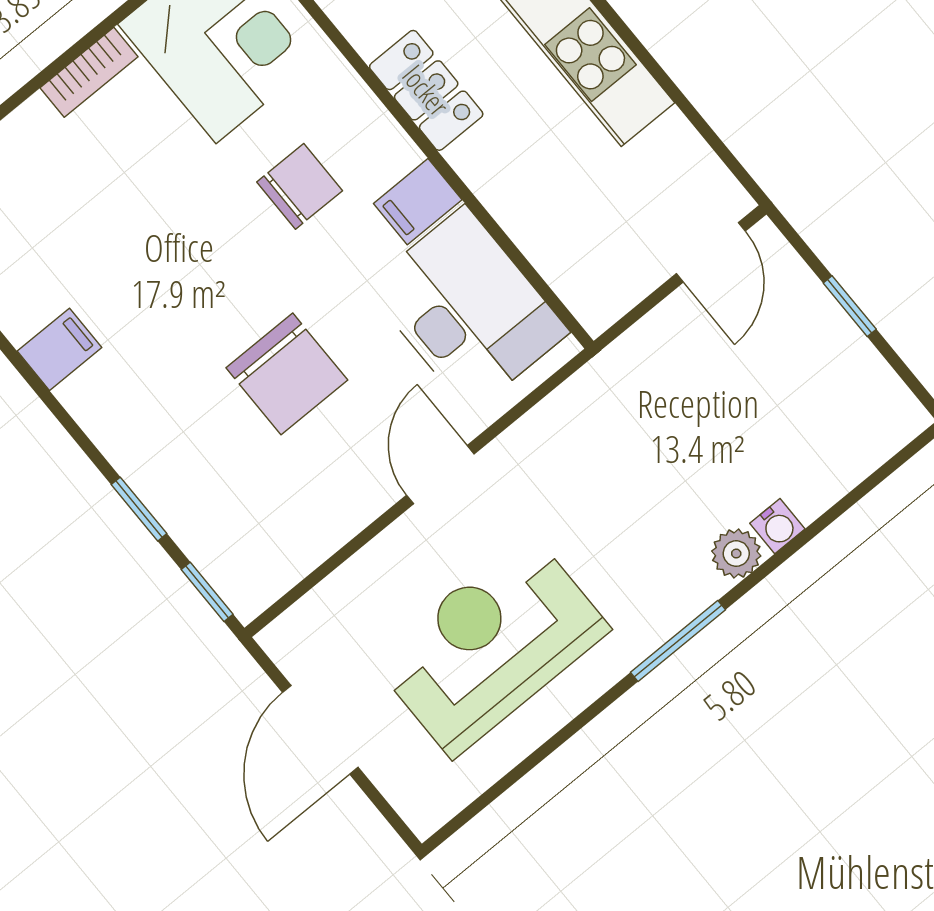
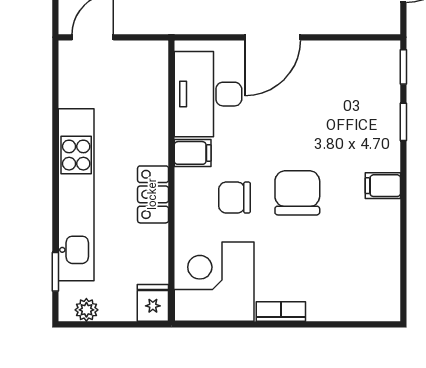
filing cabinet: (60, 349) -> (383, 186), moved
chair: (287, 374) -> (297, 193), moved
door: (440, 475) -> (273, 37), width x1.38

